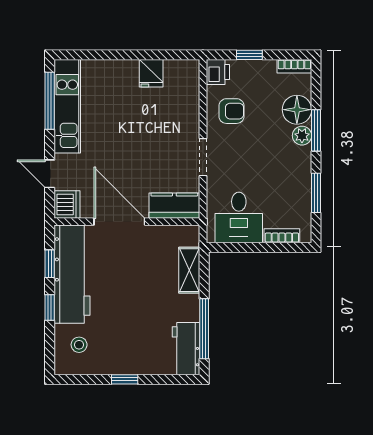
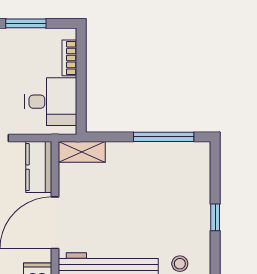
shelving: (189, 270) -> (82, 152), moved
workbench: (186, 349) -> (184, 155), removed

